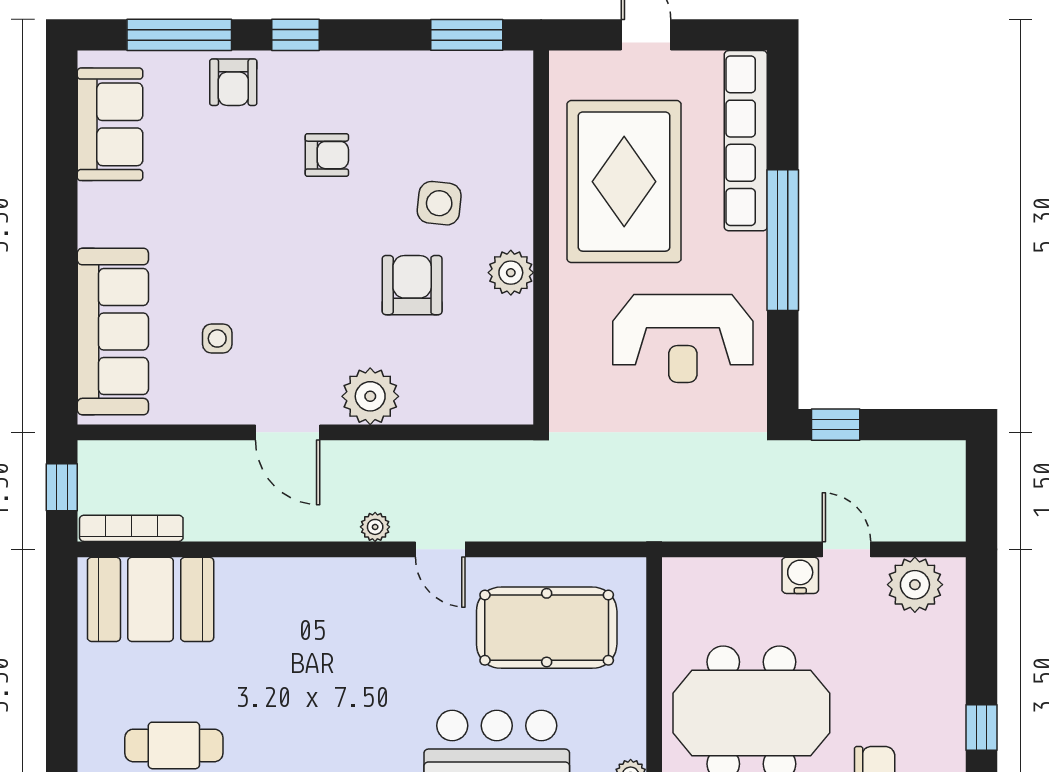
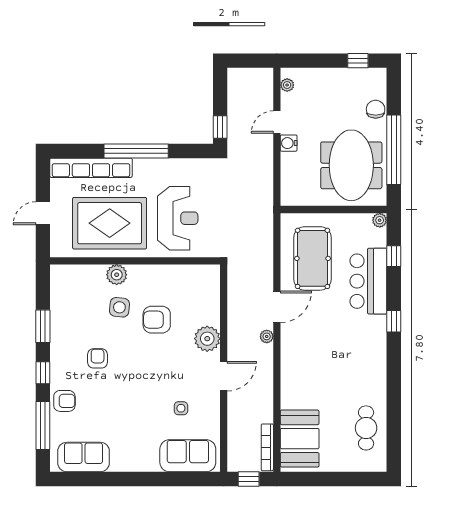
window: (467, 35) -> (43, 326), moved
plant: (511, 273) -> (117, 275), moved
sofa: (113, 332) -> (188, 456), width x0.73
reception desk: (683, 338) -> (178, 218), moved
door: (440, 549) -> (277, 307), width x1.38
plant: (915, 585) -> (287, 85), width x0.53, depth x0.53

